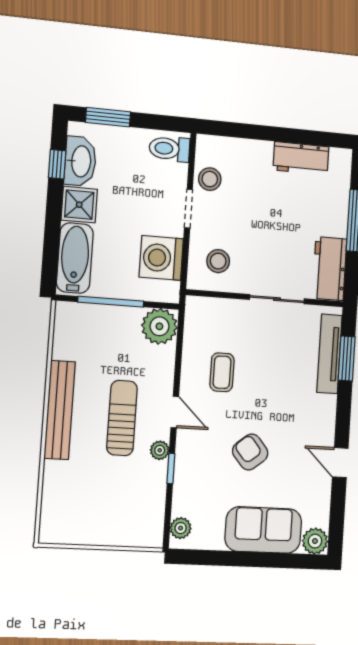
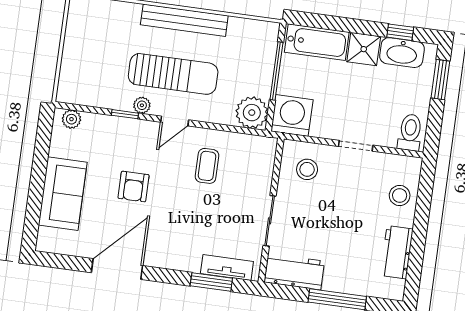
stool: (210, 179) -> (400, 196), moved
washing machine: (161, 258) -> (292, 115), moved
tv unit: (329, 354) -> (227, 268), width x0.71
coffee table: (222, 372) -> (207, 166), turned 90
sun lounger: (122, 418) -> (173, 74), width x1.36, depth x1.34
armchair: (250, 452) -> (134, 187), turned 129
door: (340, 463) -> (117, 269), width x1.87
plant: (315, 541) -> (48, 240), removed

